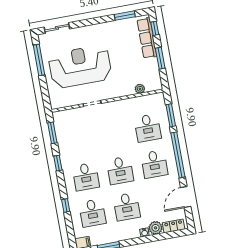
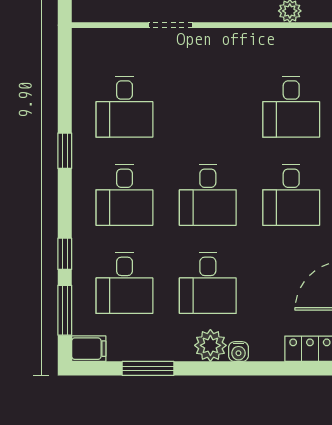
window: (52, 133) -> (65, 310), moved
desk: (79, 140) -> (124, 107), added
plant: (156, 228) -> (210, 345), moved

